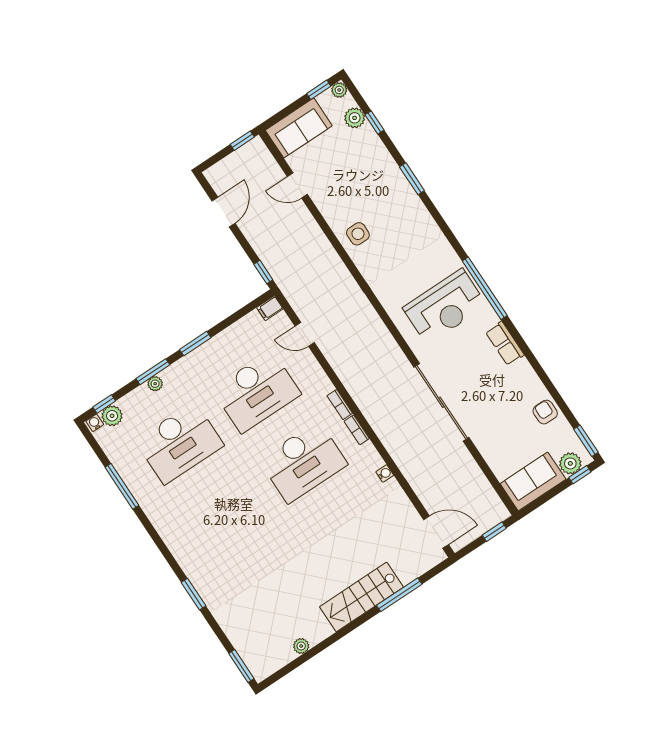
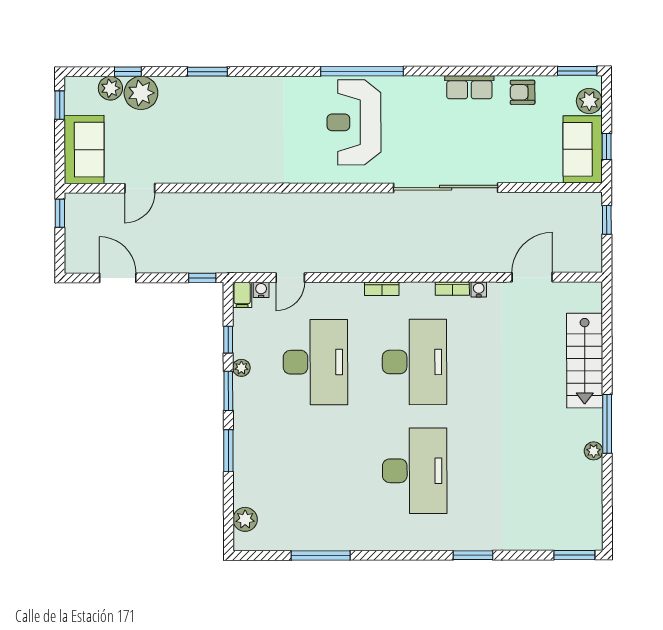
plant: (339, 90) -> (141, 93), moved, width x1.88, depth x1.88
side table: (358, 234) -> (226, 160), removed
reception desk: (445, 307) -> (354, 122), turned 180
row of seats: (505, 343) -> (469, 87), moved
plant: (155, 384) -> (241, 368), moved
window: (104, 404) -> (228, 340), moved
water cooler: (95, 423) -> (261, 290), moved, turned 90
bookcase: (357, 430) -> (452, 289), moved
desk: (179, 443) -> (415, 471), moved
window: (580, 475) -> (607, 146), moved
door: (436, 532) -> (532, 277), moved
window: (399, 595) -> (607, 424), moved
stairs: (361, 597) -> (585, 361), moved
plant: (301, 646) -> (594, 451), moved

